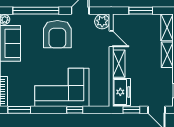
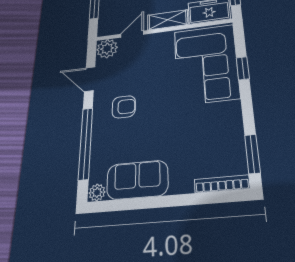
armchair: (57, 34) -> (124, 107), width x0.53, depth x0.53
corner sofa: (62, 87) -> (206, 64), moved

